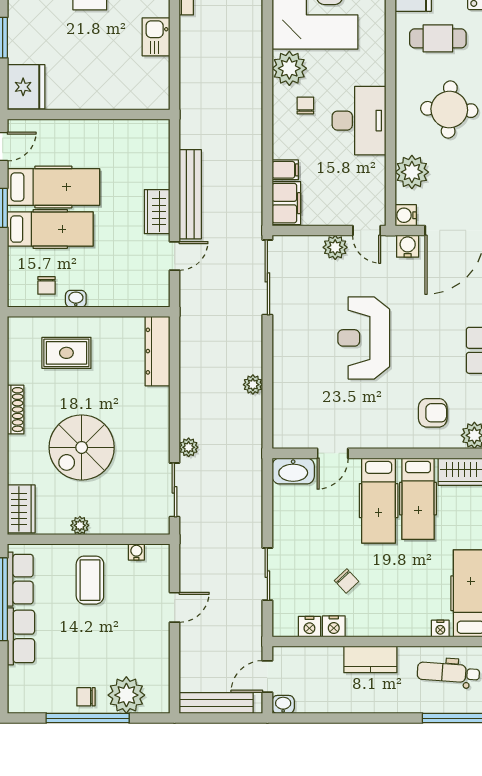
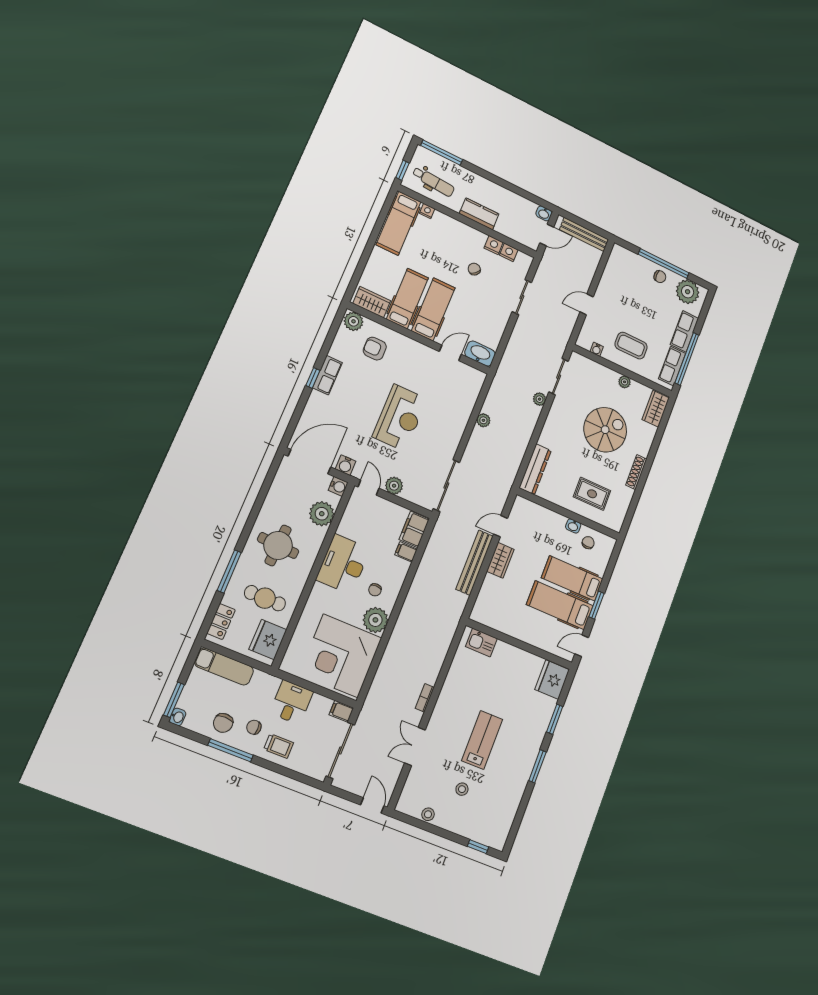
kitchen sink: (156, 37) -> (481, 643), moved, turned 90
coffee table: (90, 580) -> (631, 346), turned 90
plant: (126, 695) -> (688, 292), moved

